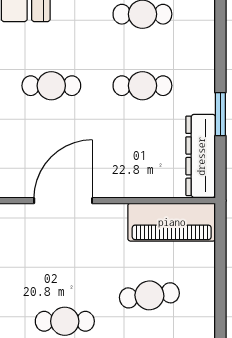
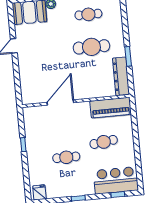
cafe table: (51, 86) -> (50, 51), removed
cafe table: (142, 86) -> (91, 47), width x1.37, depth x1.35

